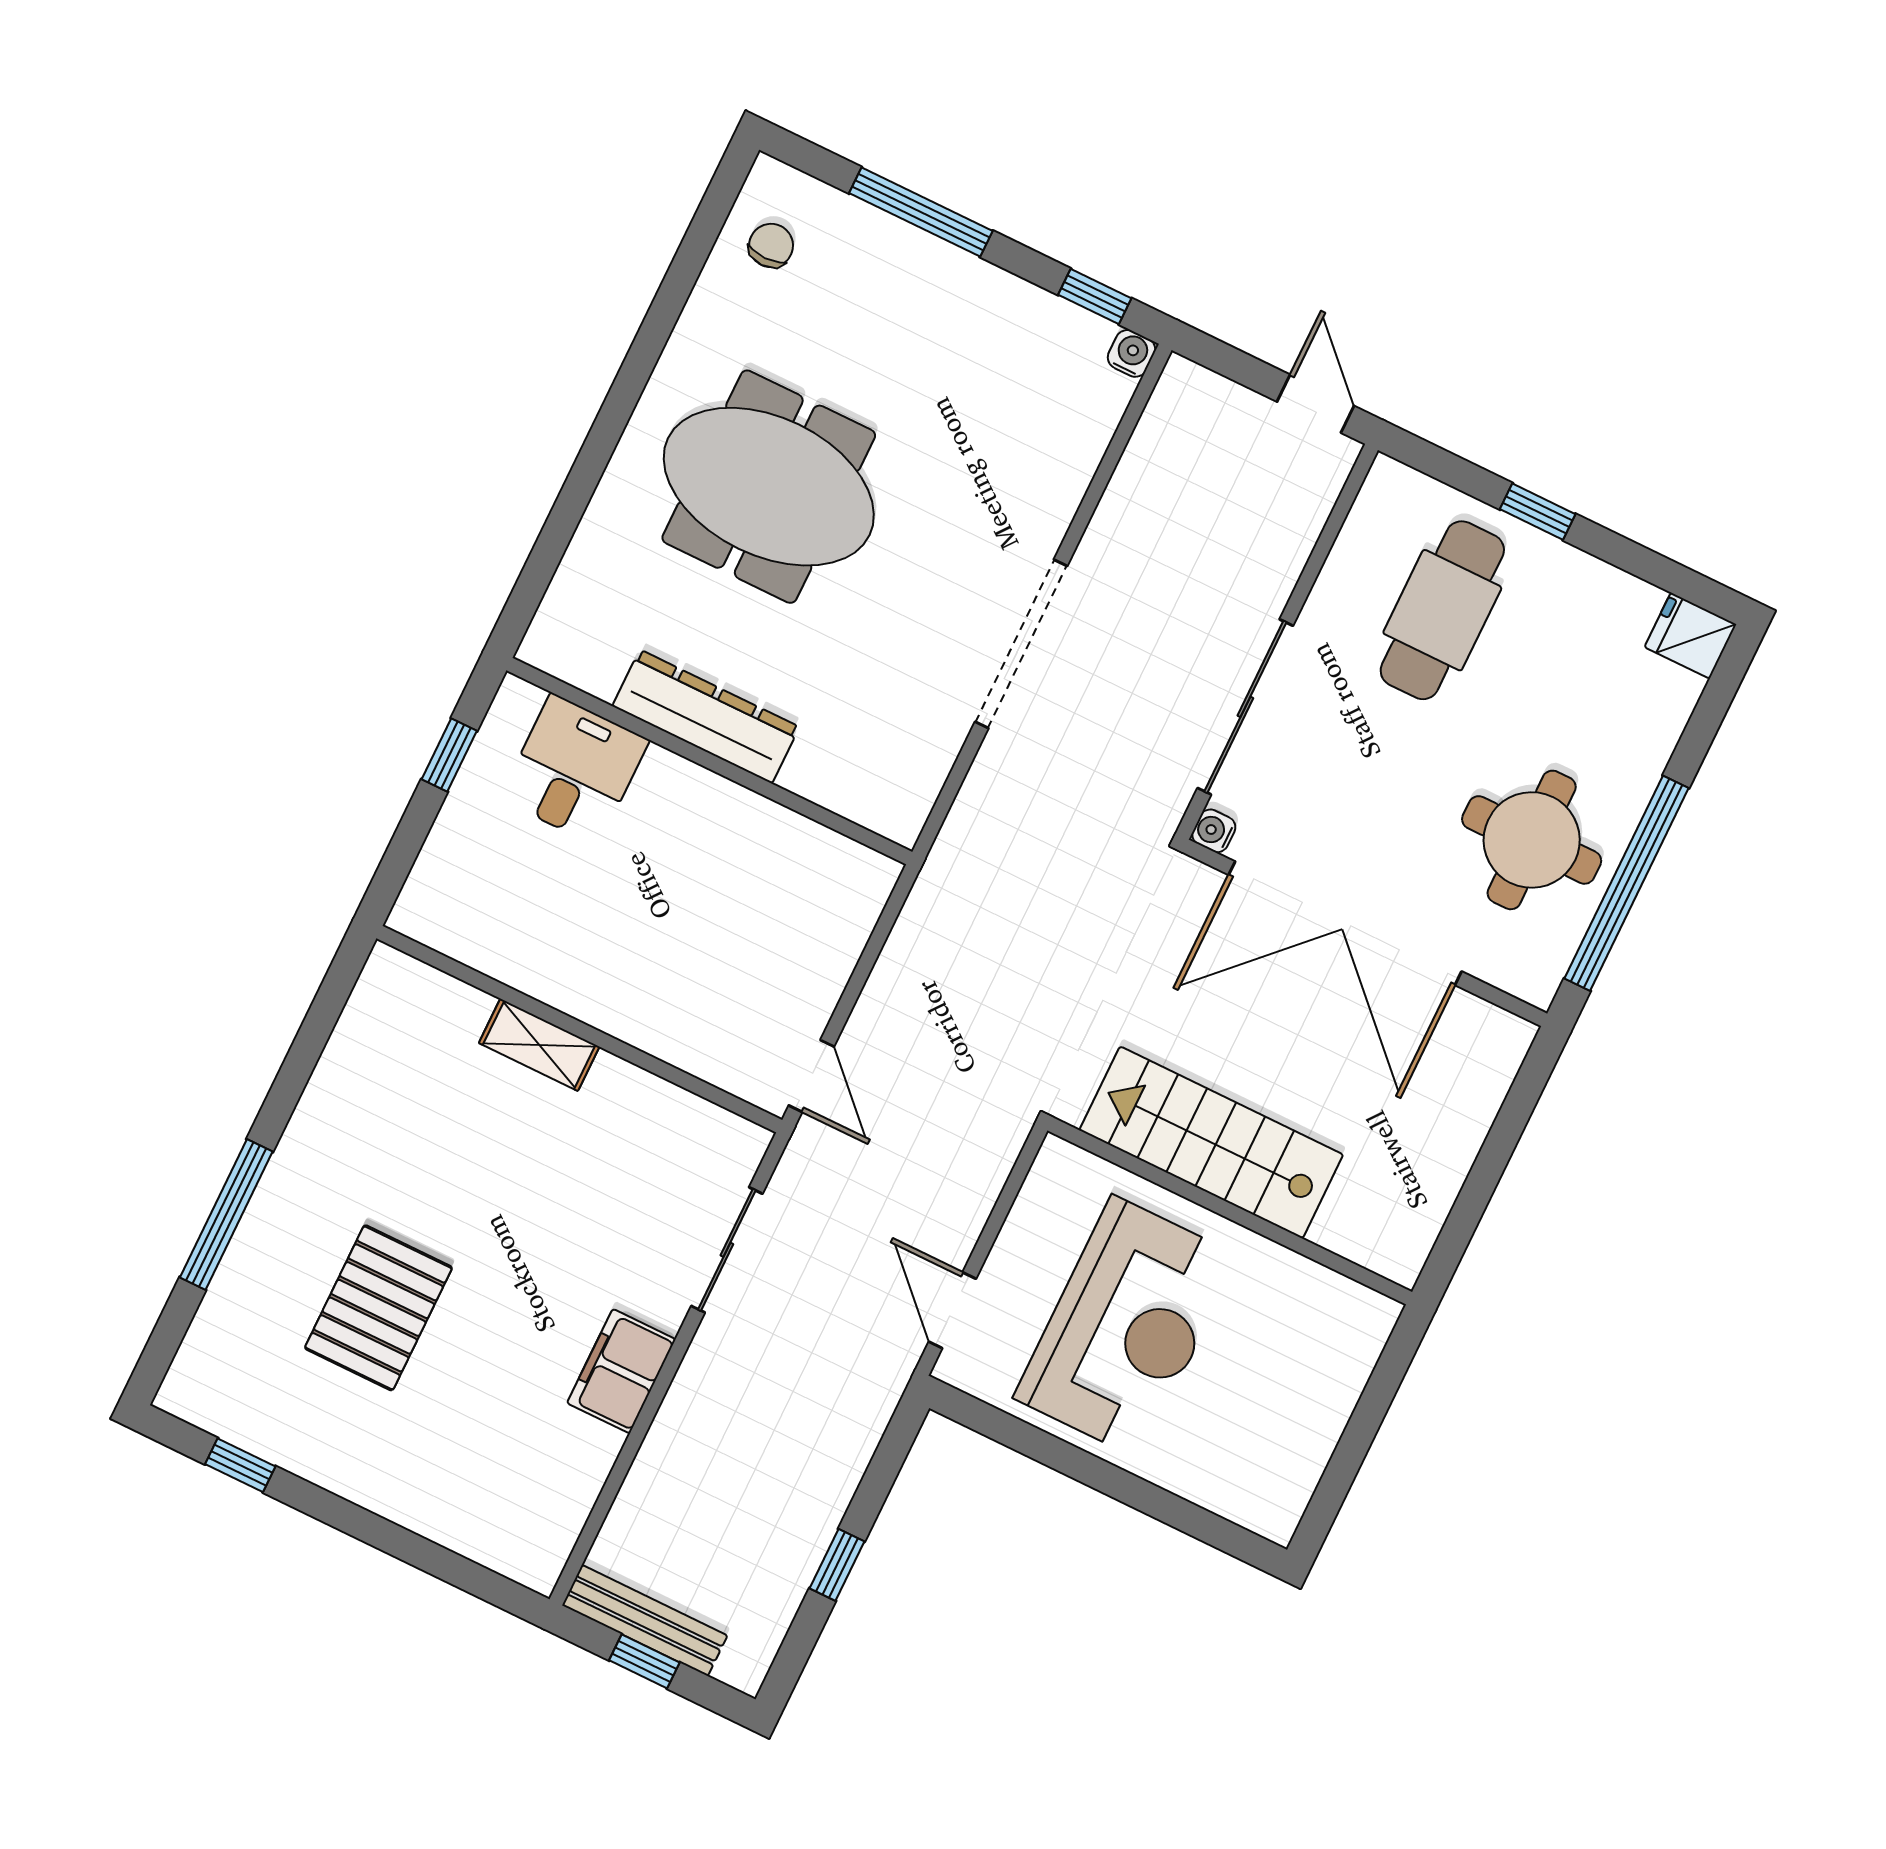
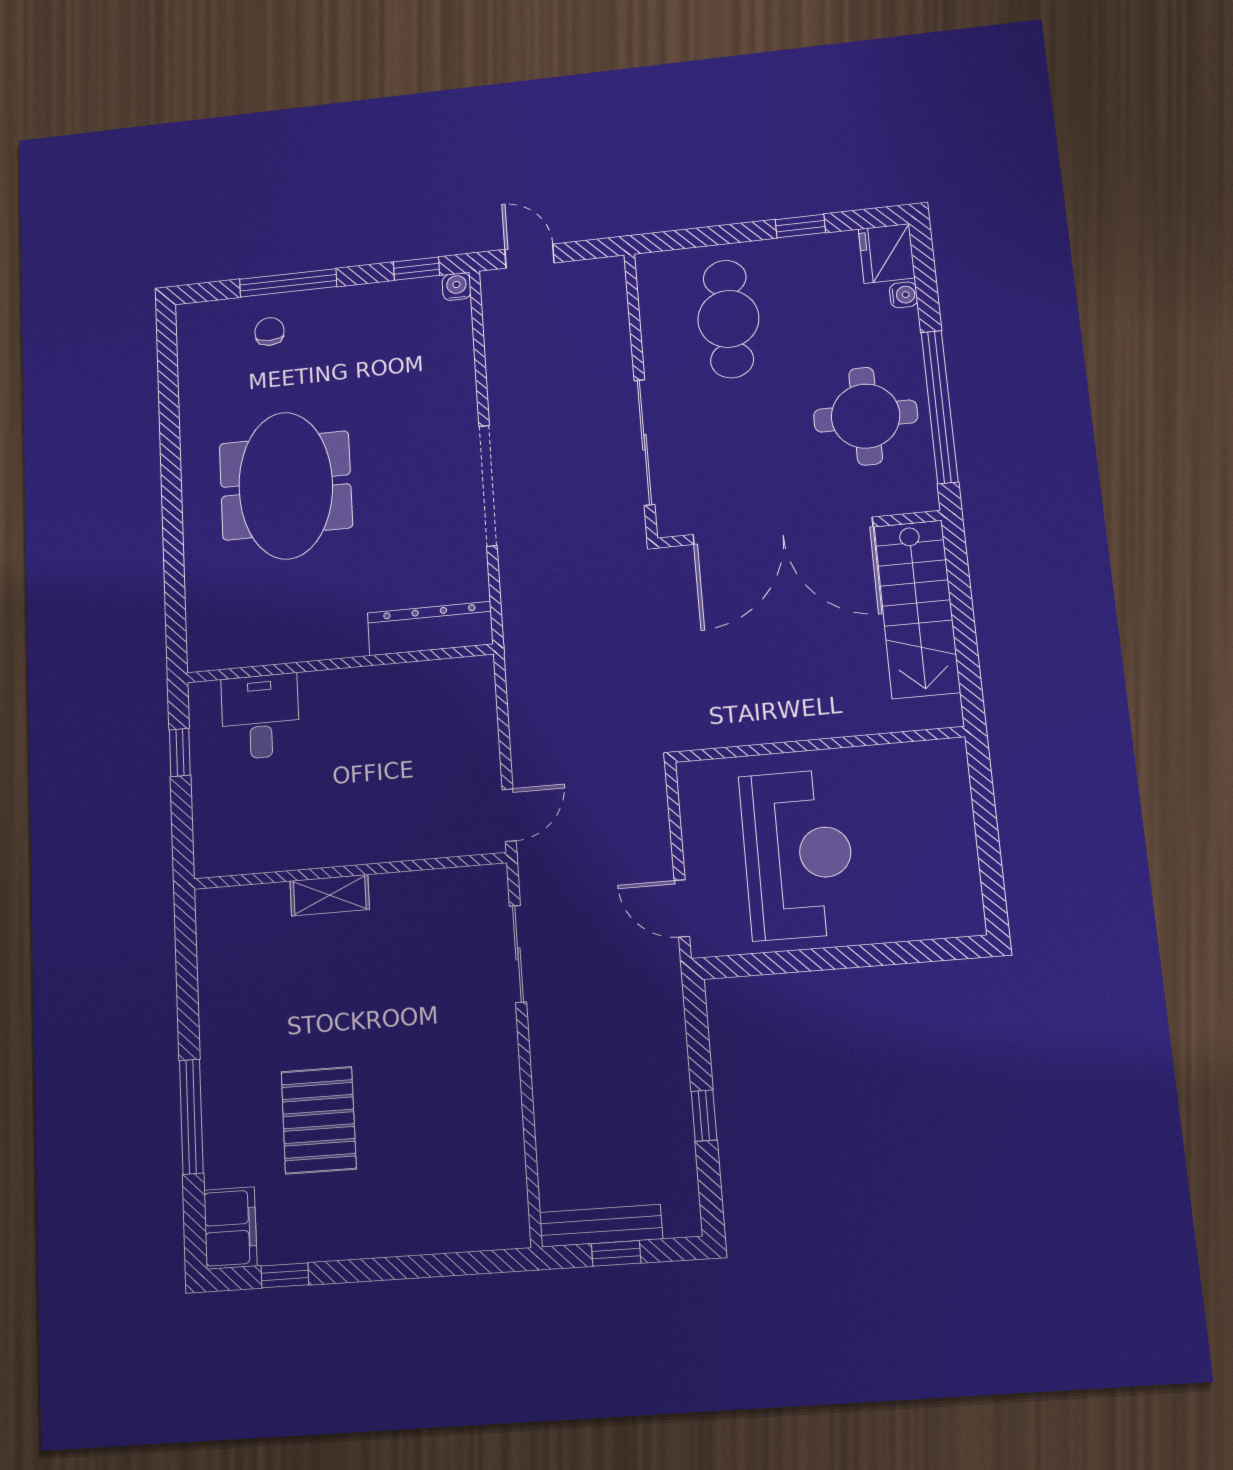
chair: (771, 246) -> (269, 332), moved
door: (1316, 404) -> (529, 256), moved
meeting table: (769, 487) -> (286, 485), turned 90
window: (1538, 512) -> (800, 226), moved
fridge: (1690, 636) -> (887, 253), width x1.38
dresser: (706, 716) -> (430, 629), moved
water cooler: (1214, 831) -> (903, 295), moved, turned 180
door: (811, 1076) -> (509, 815), hinge flipped
stairs: (1211, 1142) -> (917, 609), moved, turned -90
filing cabinet: (621, 1371) -> (230, 1228), moved, turned 180

